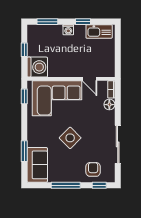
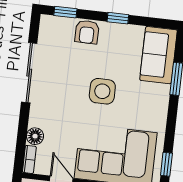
side table: (70, 138) -> (102, 91), turned 45
armchair: (93, 169) -> (87, 32), moved
window: (66, 185) -> (118, 18), width x0.46

